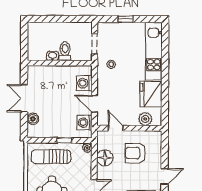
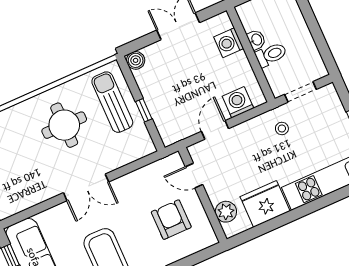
boiler: (33, 119) -> (136, 60), moved
washing machine: (85, 123) -> (229, 43), moved, turned -90
door: (116, 128) -> (194, 176), swing flipped
plant: (87, 148) -> (148, 148), removed
floor lamp: (105, 158) -> (145, 179), removed

